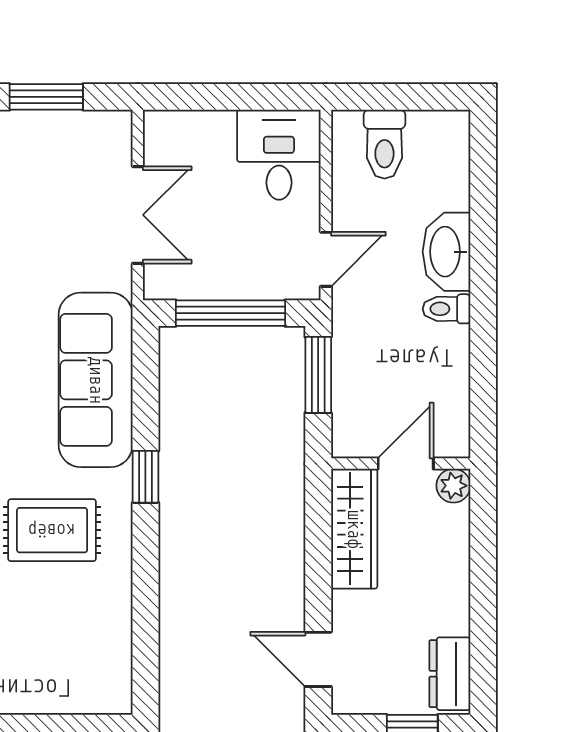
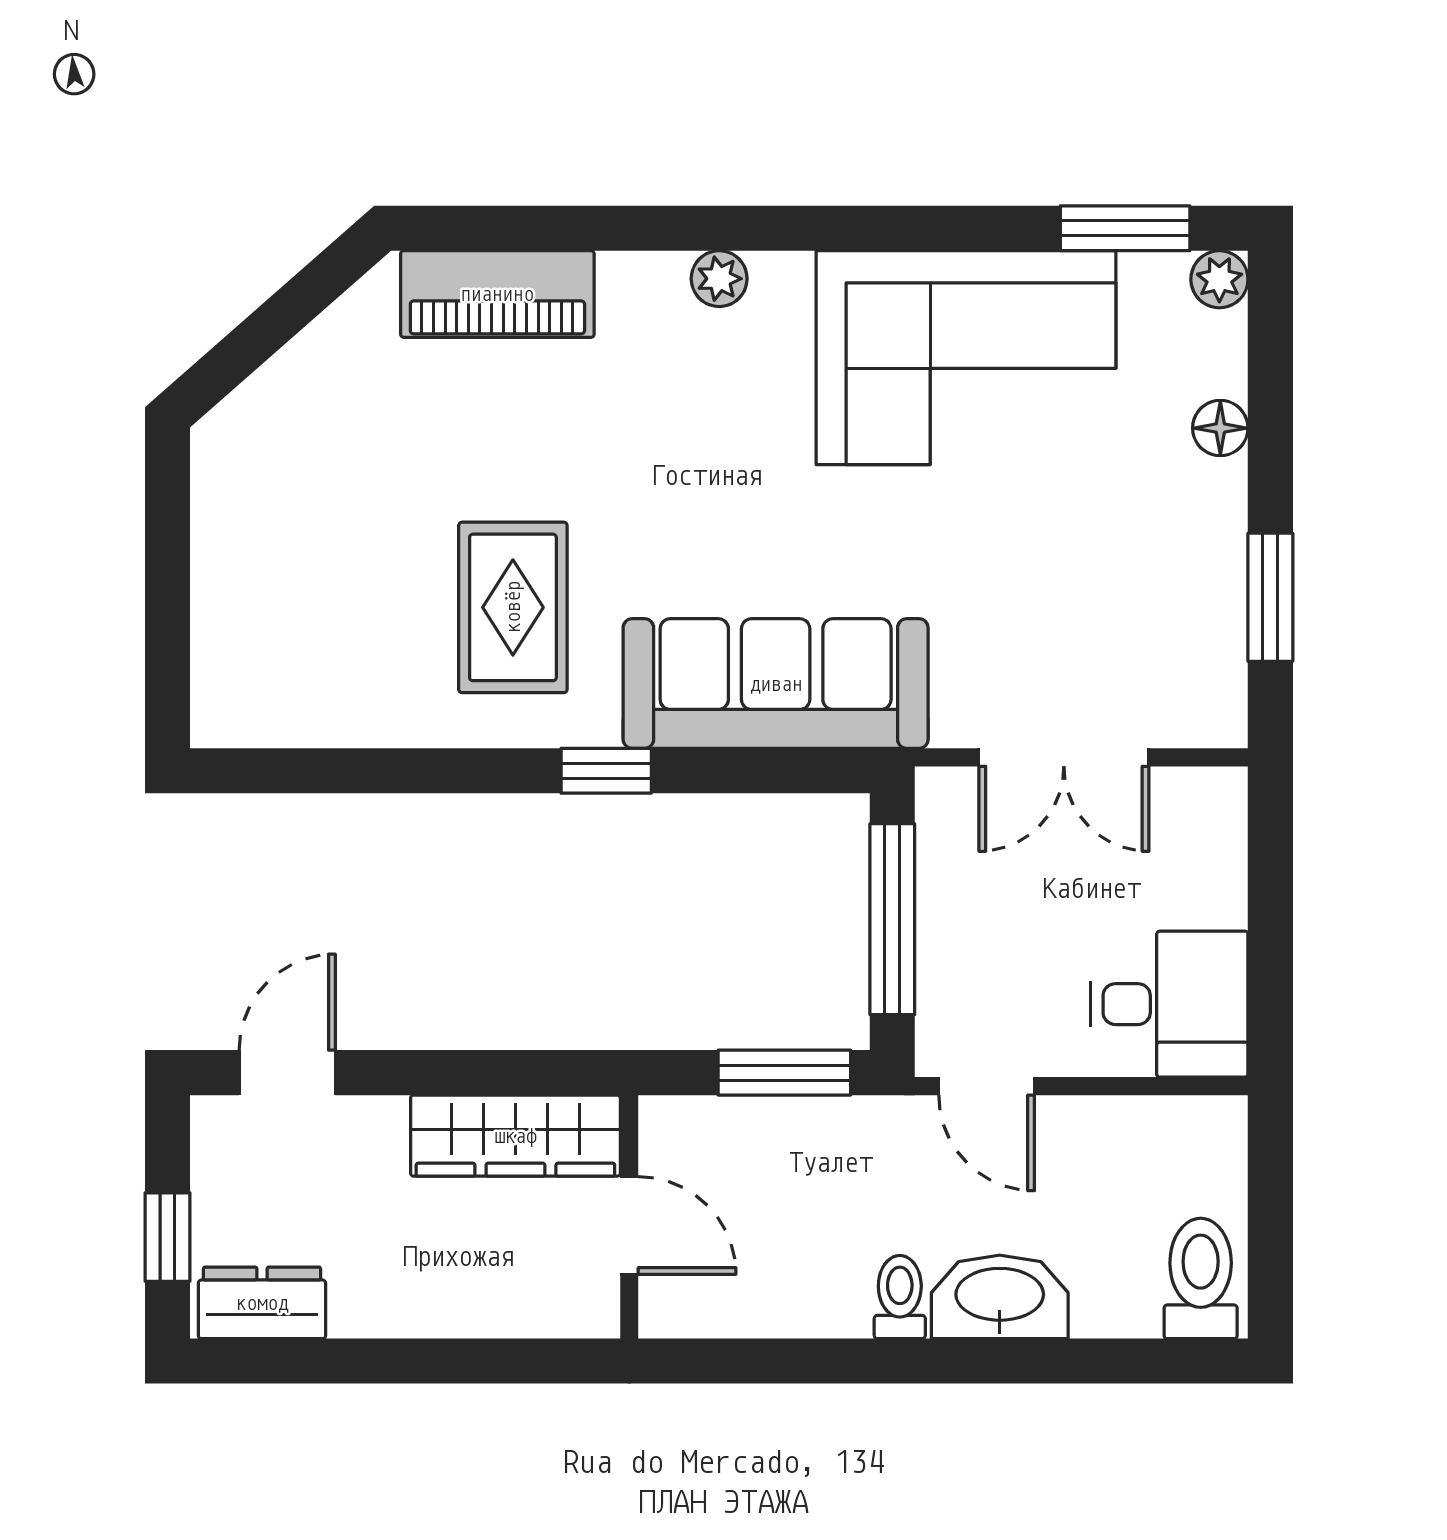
toilet: (384, 144) -> (1201, 1278), moved, turned 90
plant: (453, 486) -> (591, 1309), removed

